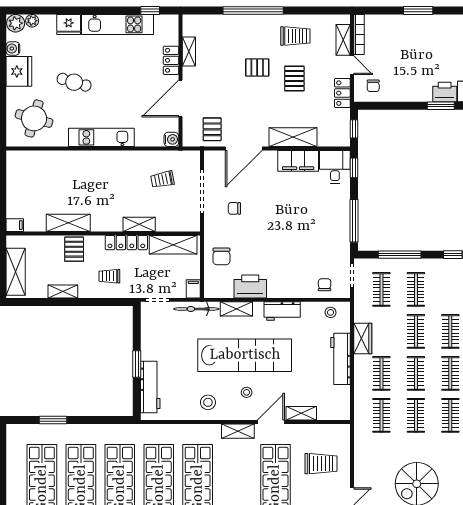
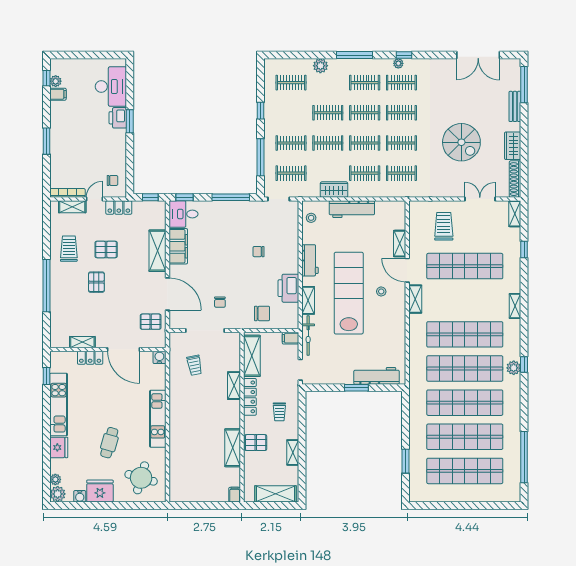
chair: (325, 285) -> (258, 252), moved
stool: (208, 402) -> (390, 325), removed

